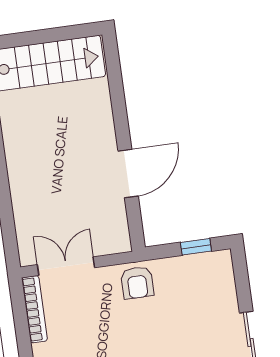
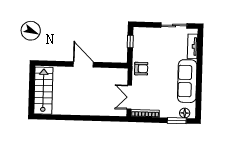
door: (128, 173) -> (83, 64), moved

